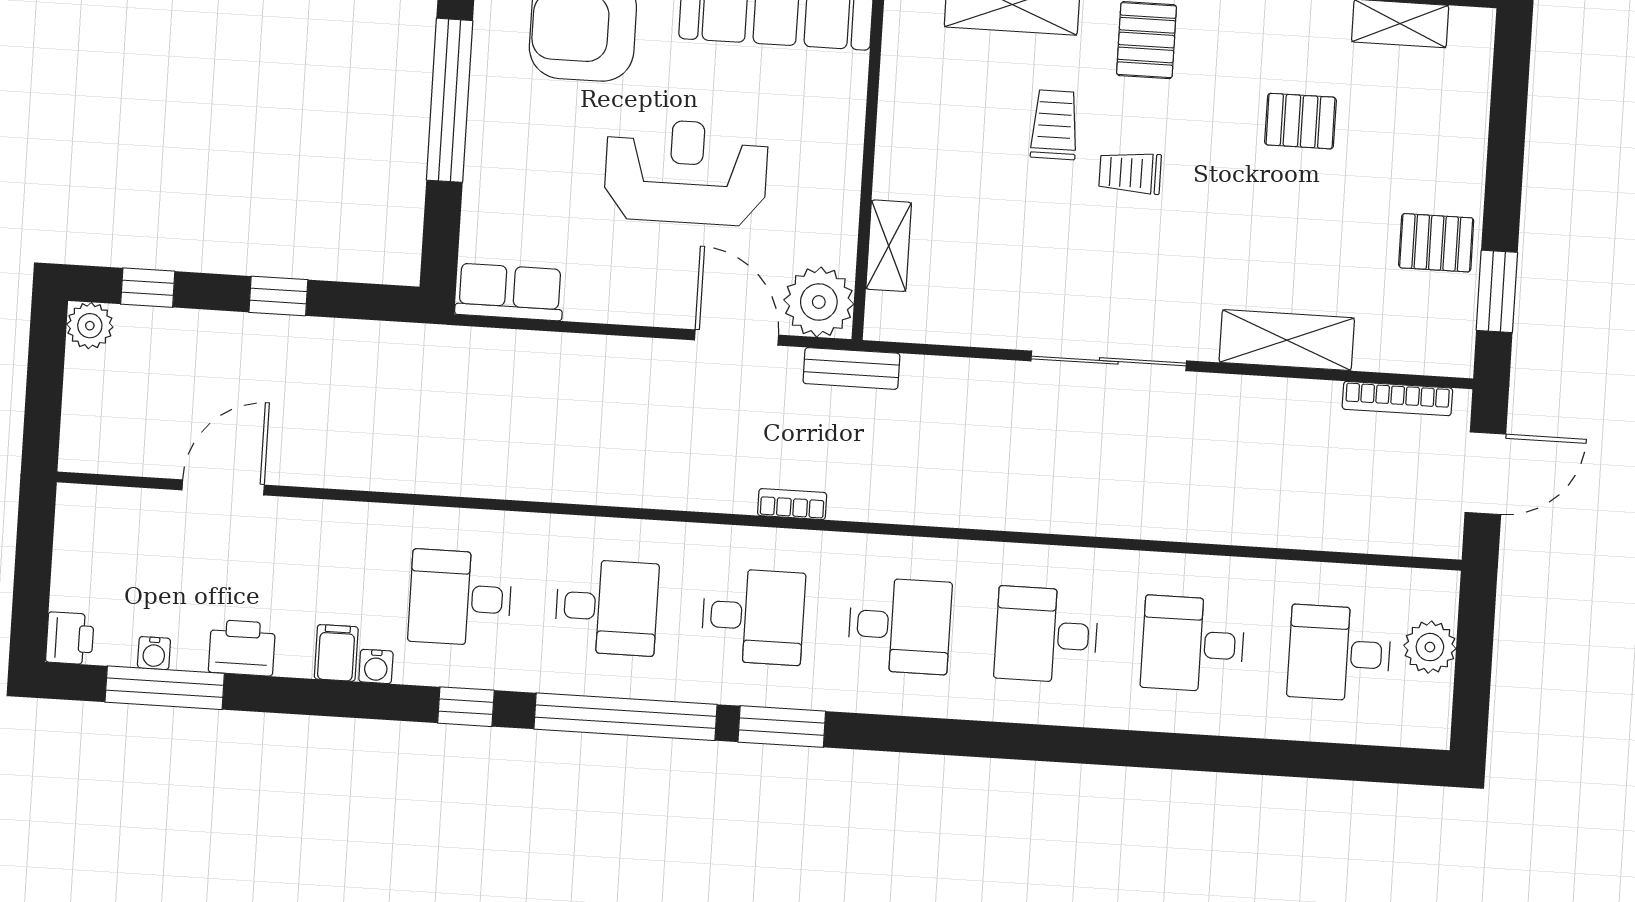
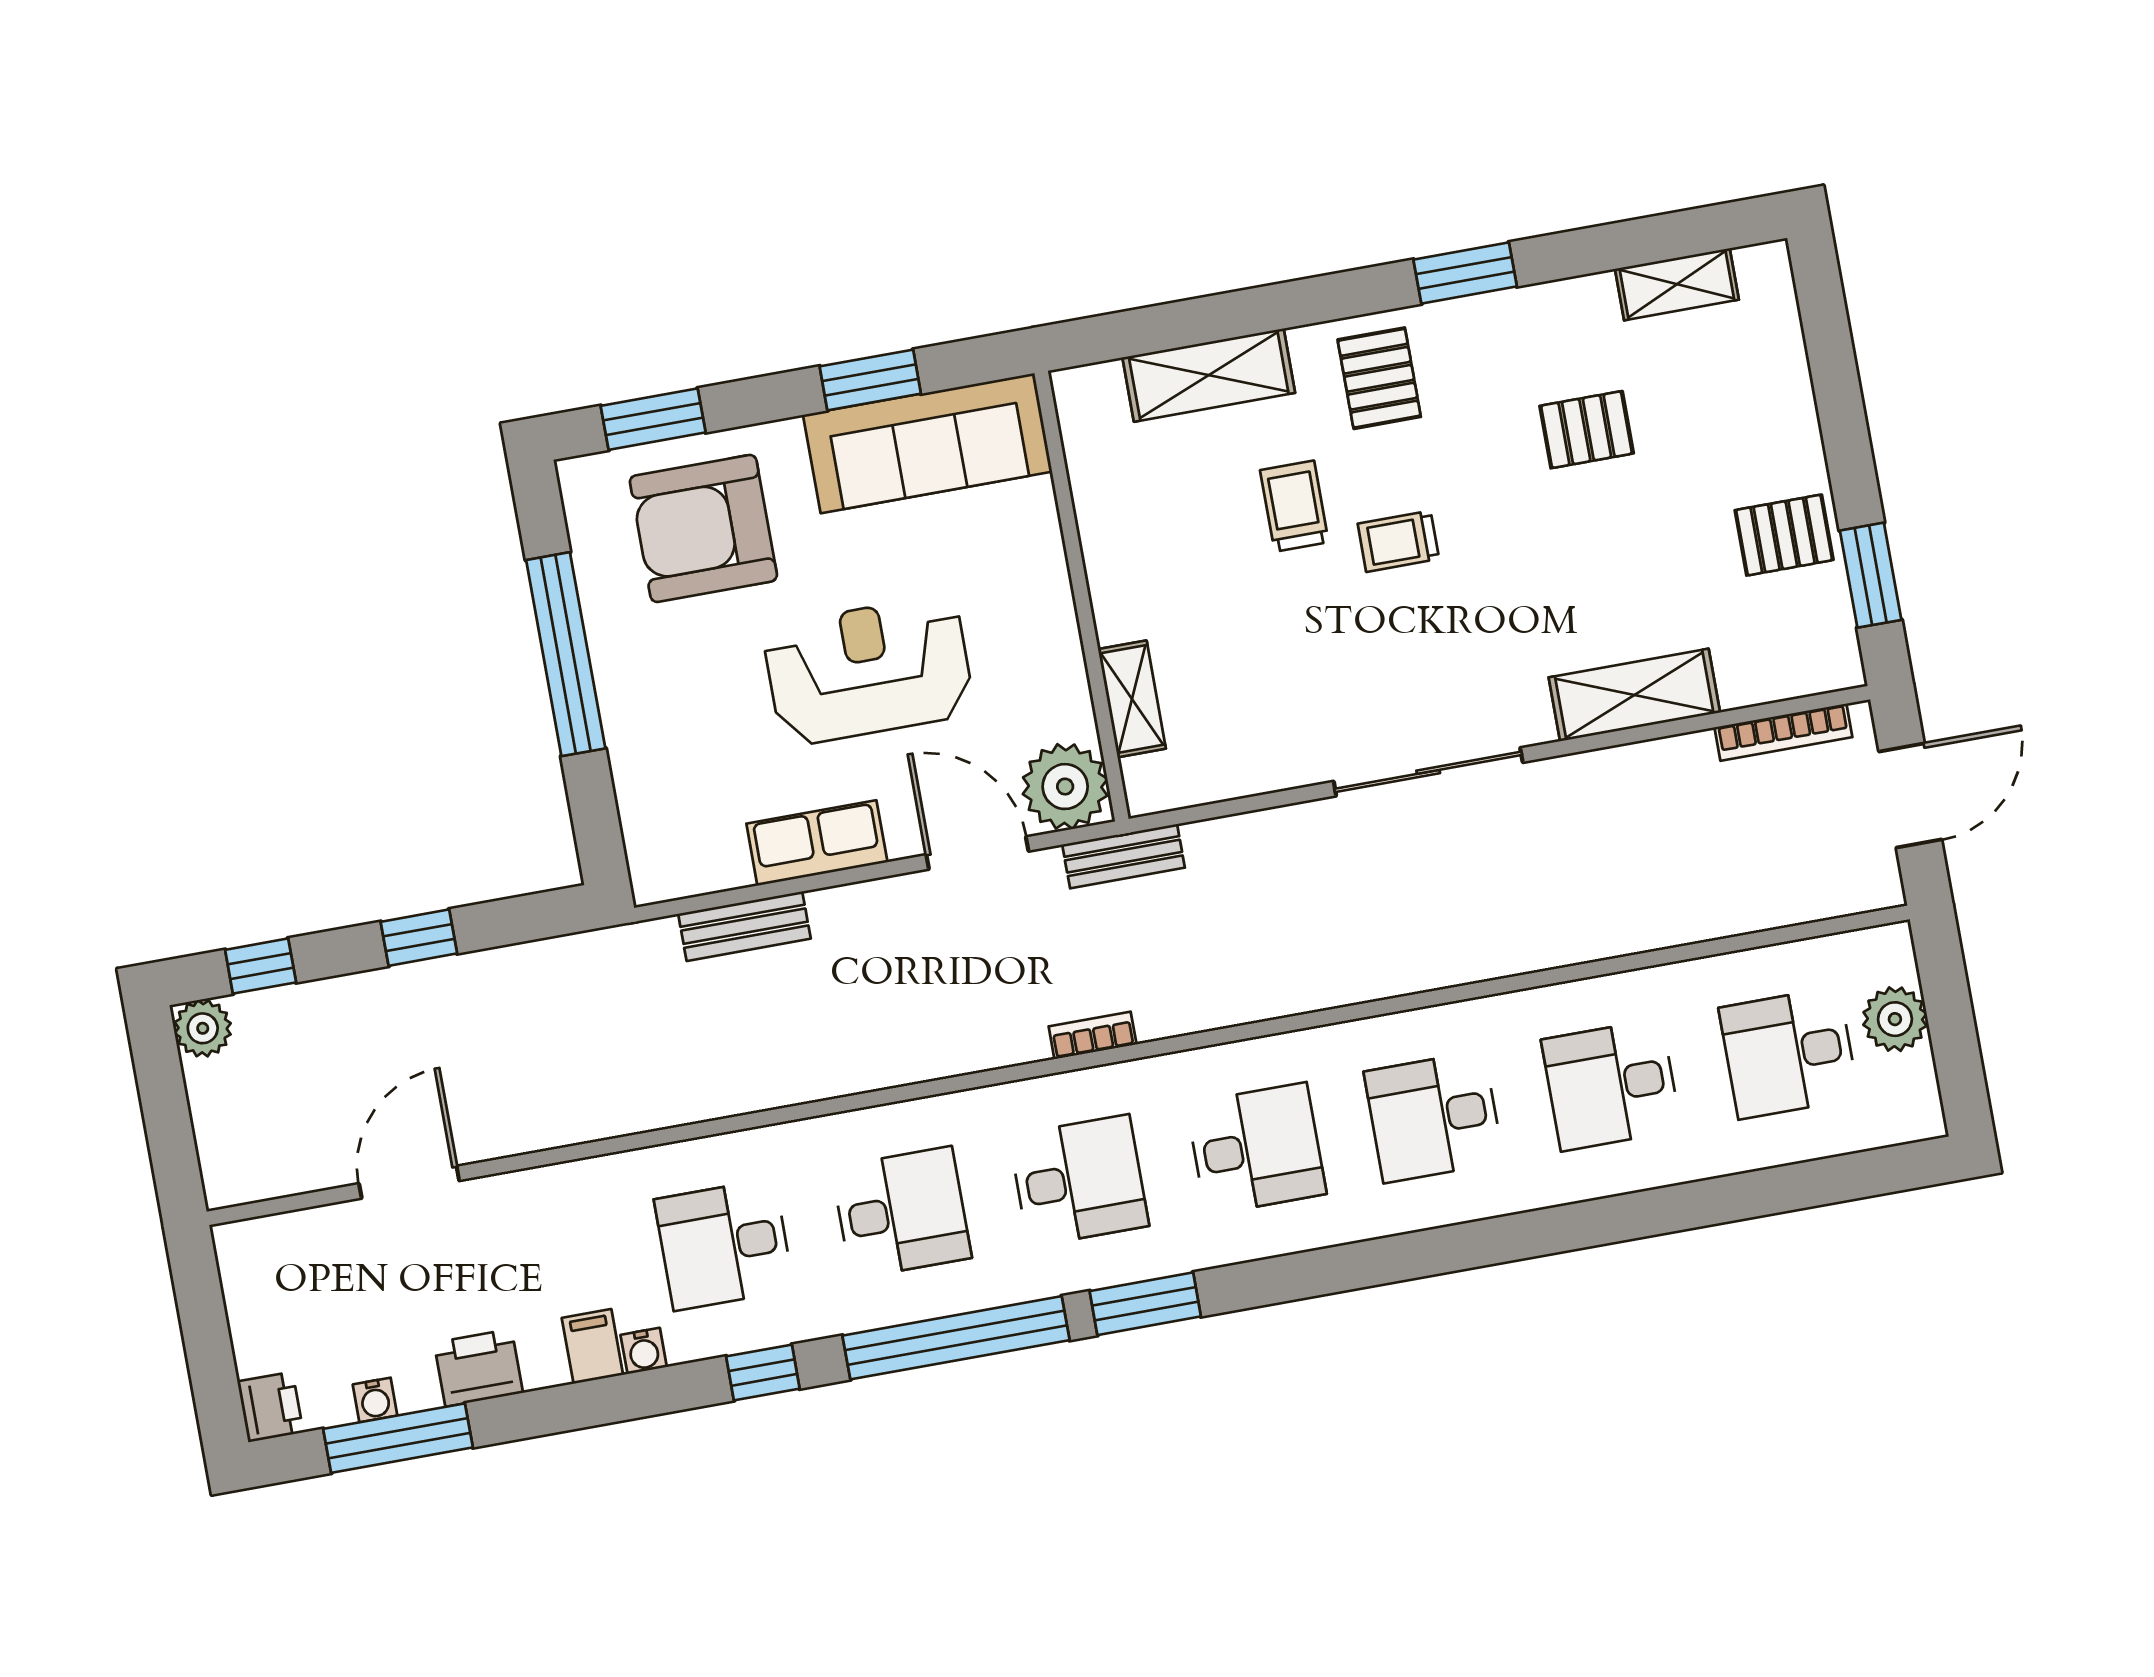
row of seats: (510, 292) -> (817, 843), moved
bench: (538, 350) -> (744, 926), added

